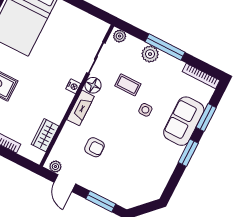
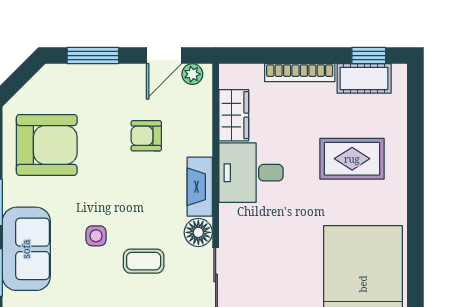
nightstand: (73, 86) -> (229, 215), removed
desk: (51, 102) -> (251, 173), added
armchair: (147, 168) -> (47, 145), added
door: (65, 183) -> (164, 56), swing flipped

